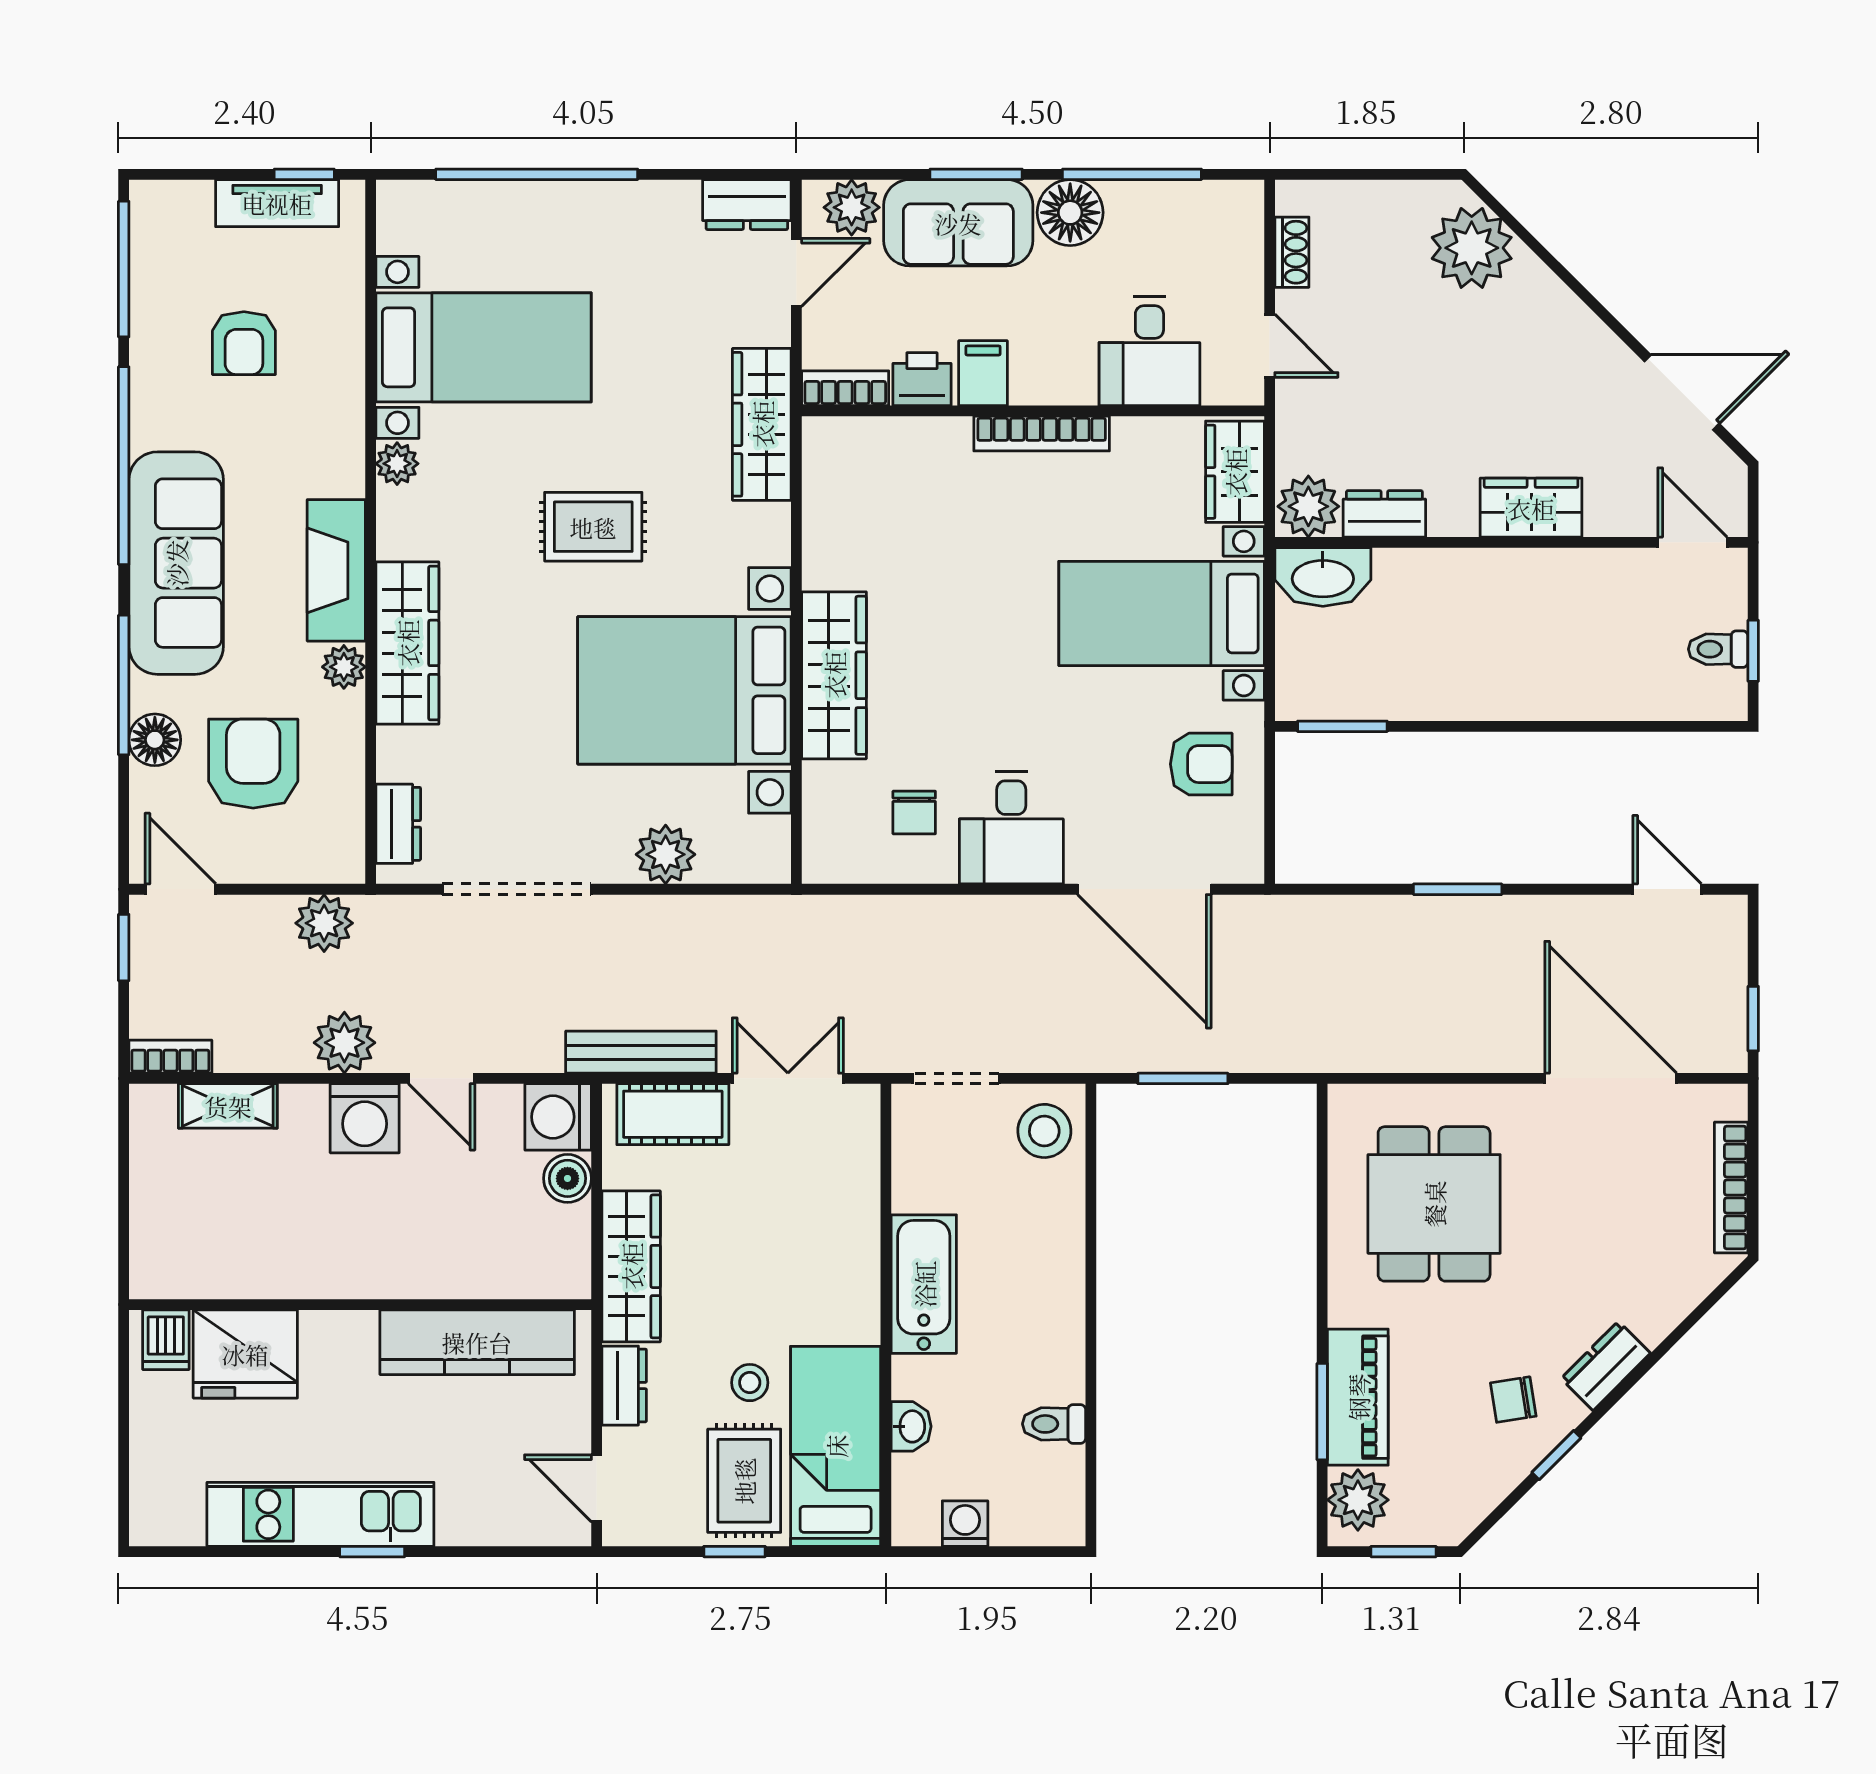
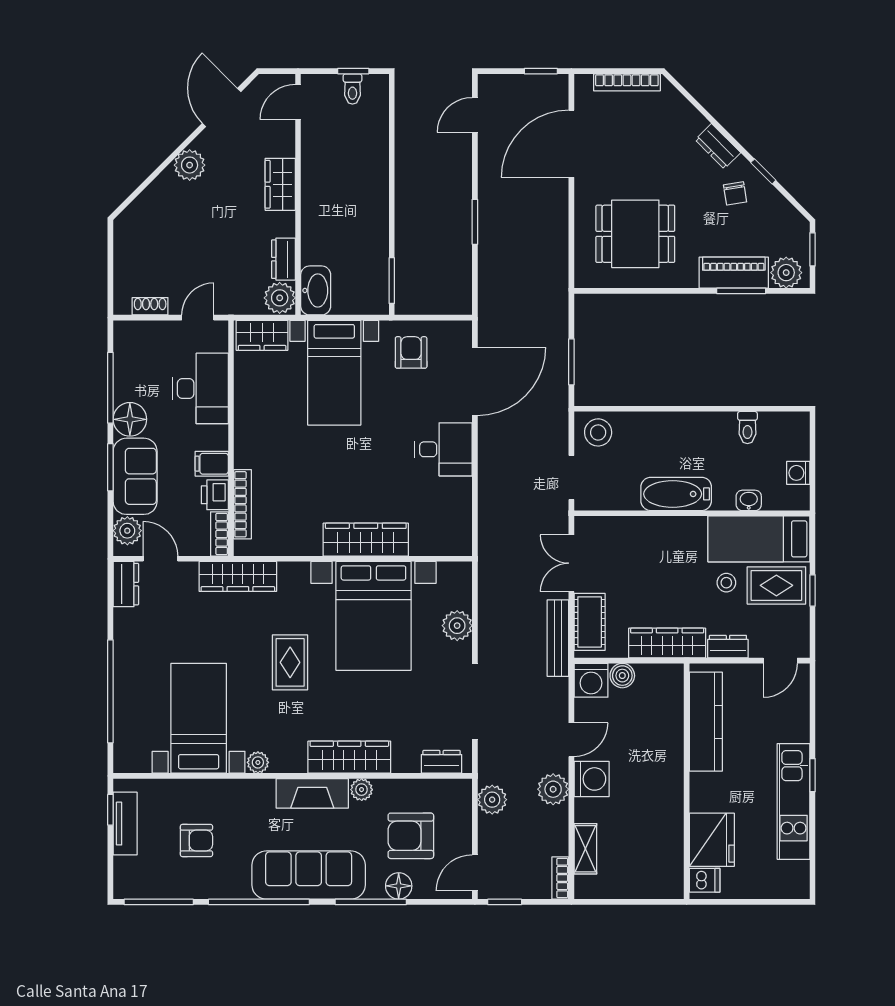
plant: (1472, 248) -> (190, 165), moved, width x0.73, depth x0.73
desk: (1149, 351) -> (201, 388), width x1.37
bookcase: (1042, 434) -> (243, 504), moved
chair: (914, 812) -> (436, 499), removed

